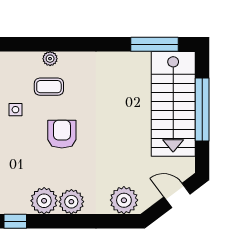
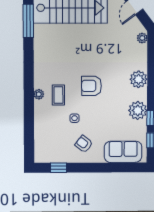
plant: (124, 200) -> (142, 38), width x0.53, depth x0.53
plant: (44, 201) -> (138, 110), moved

